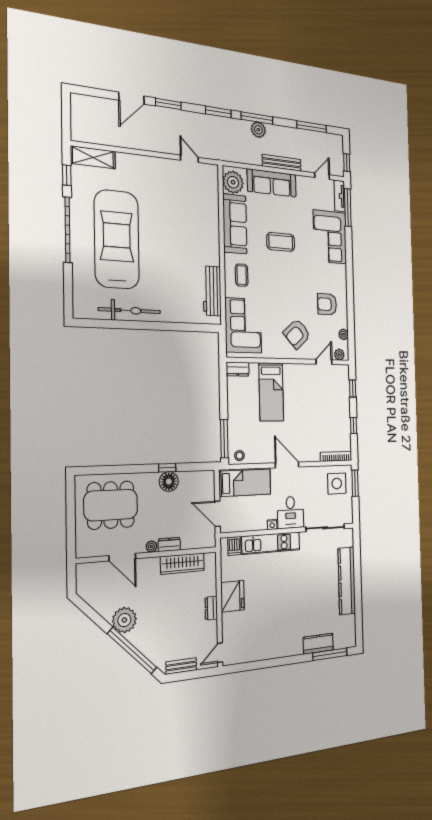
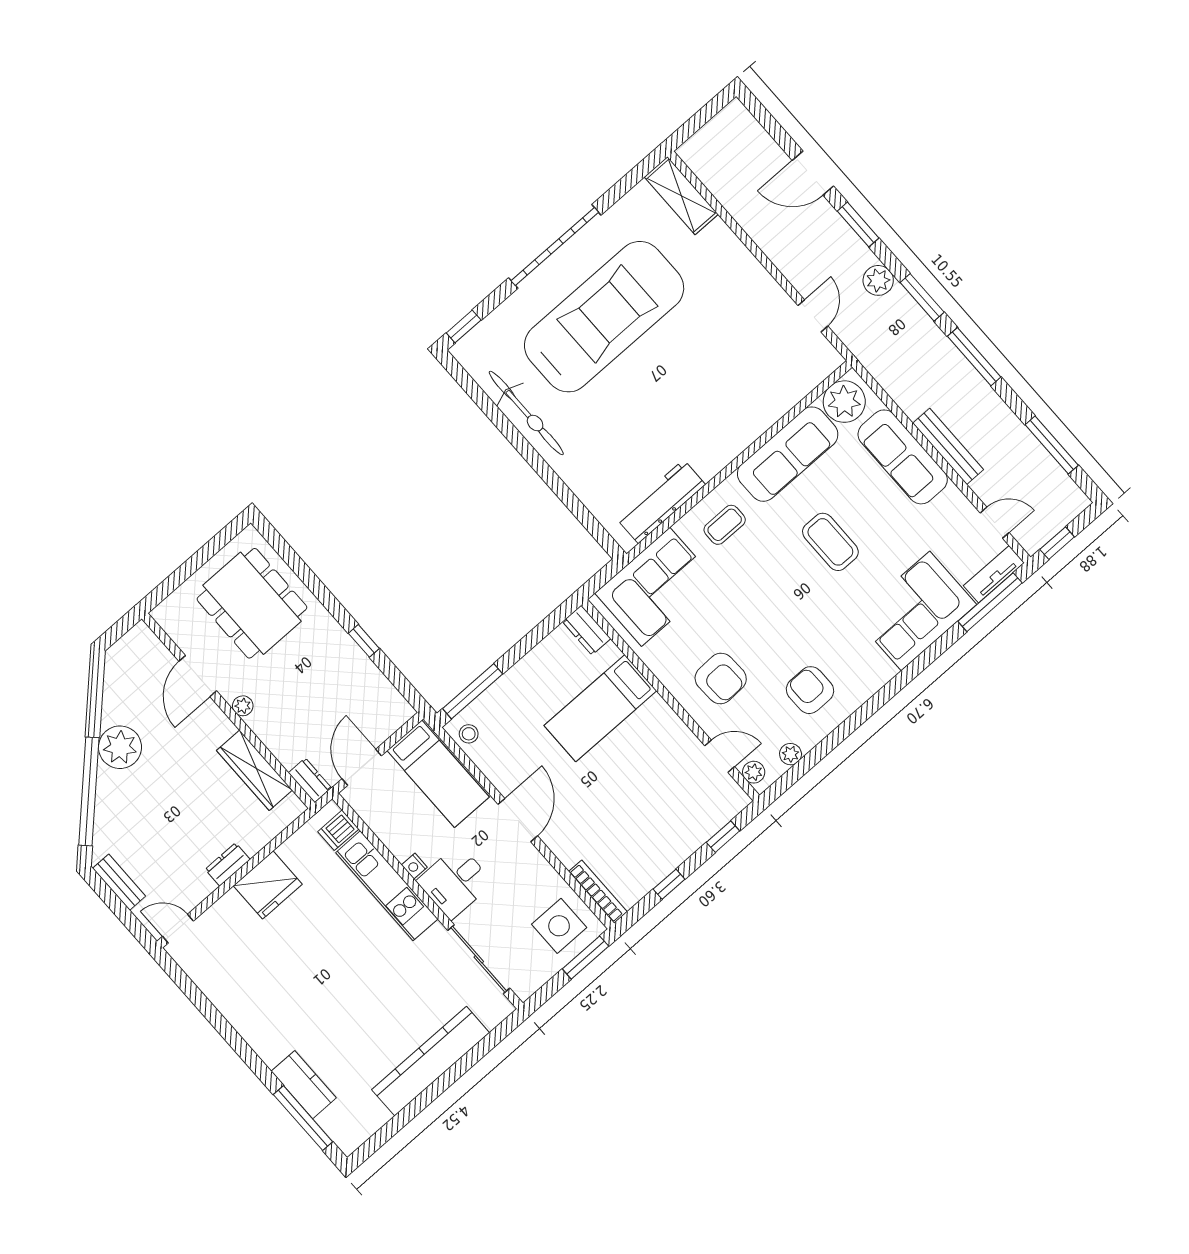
plant: (258, 130) -> (878, 280), moved
window: (67, 175) -> (464, 326), moved
armchair: (297, 334) -> (721, 679), turned -140
floor lamp: (169, 482) -> (347, 659), removed
dresser: (169, 544) -> (310, 780), moved

